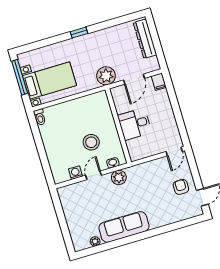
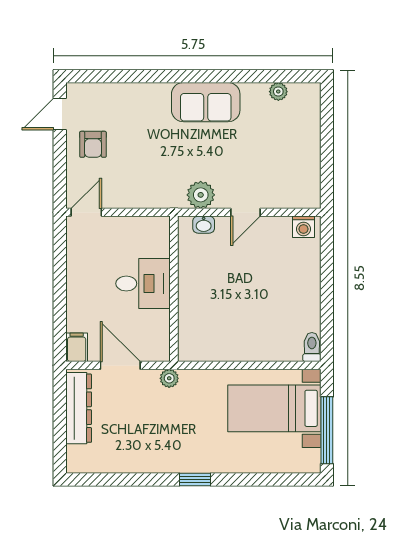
dresser: (145, 39) -> (79, 408), moved
plant: (106, 76) -> (169, 378), width x0.53, depth x0.53
door: (134, 79) -> (120, 365), hinge flipped
stool: (91, 142) -> (232, 274), removed
washing machine: (75, 173) -> (303, 227), moved
sofa: (124, 227) -> (206, 102), width x0.73

